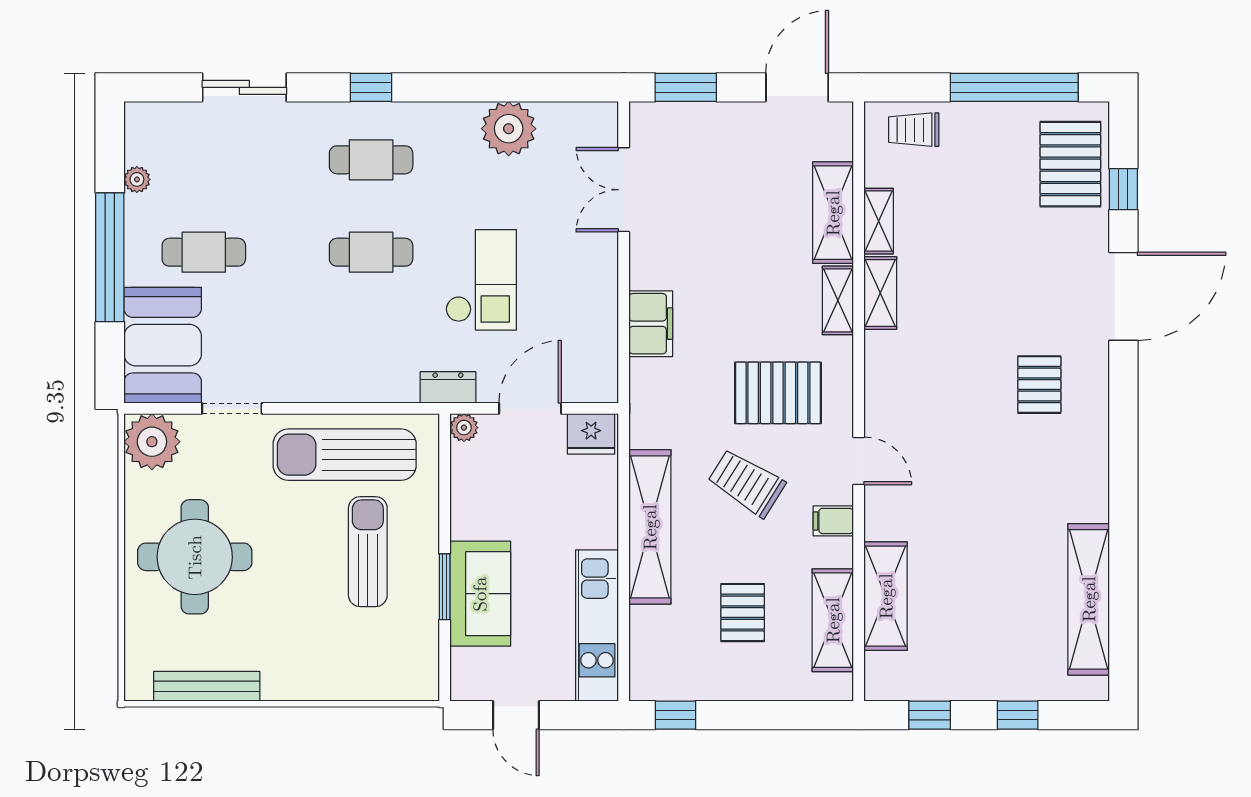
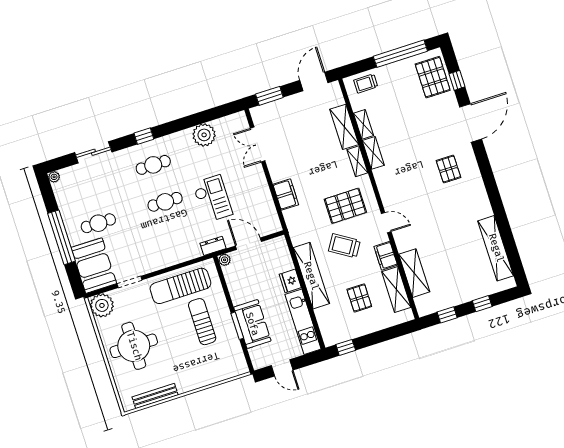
plant: (137, 179) -> (54, 177), moved
door: (530, 408) -> (248, 244), hinge flipped
fridge: (591, 434) -> (290, 281), moved, turned 90
filing cabinet: (833, 521) -> (386, 256), width x2.00

